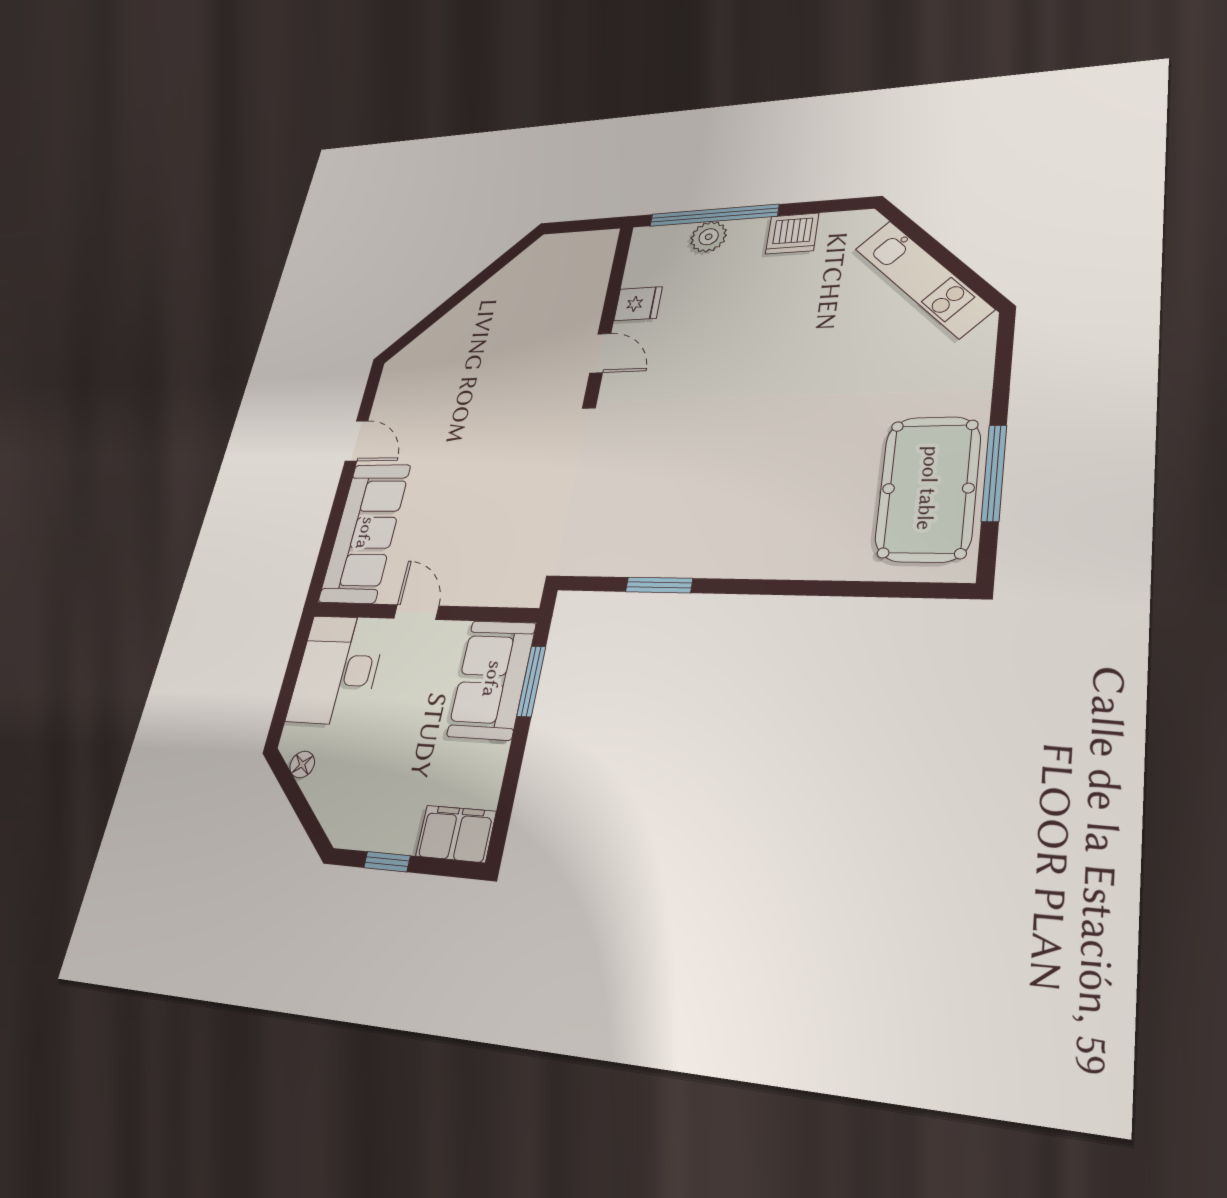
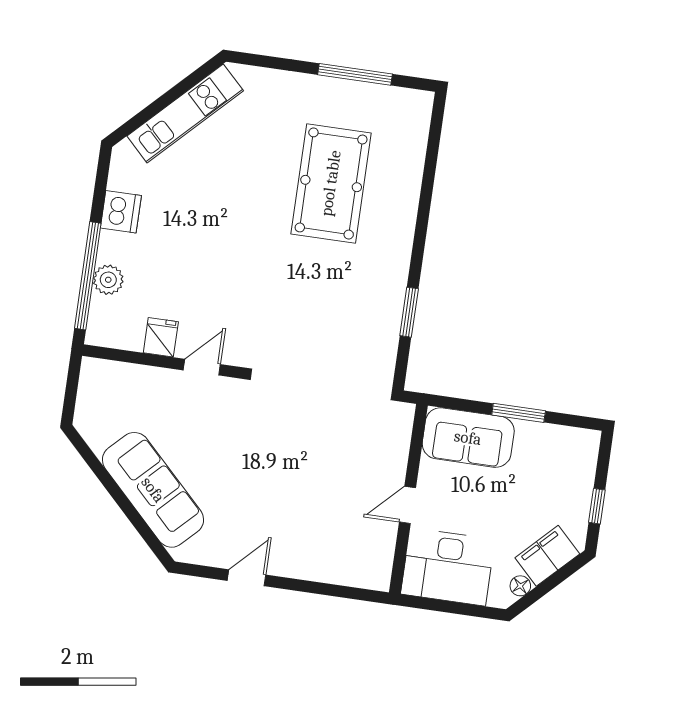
pool table: (928, 488) -> (331, 183), moved, turned 90
sofa: (365, 533) -> (153, 490), moved, turned 45
window: (531, 681) -> (519, 413), moved
filing cabinet: (456, 834) -> (547, 556), moved, turned 45

